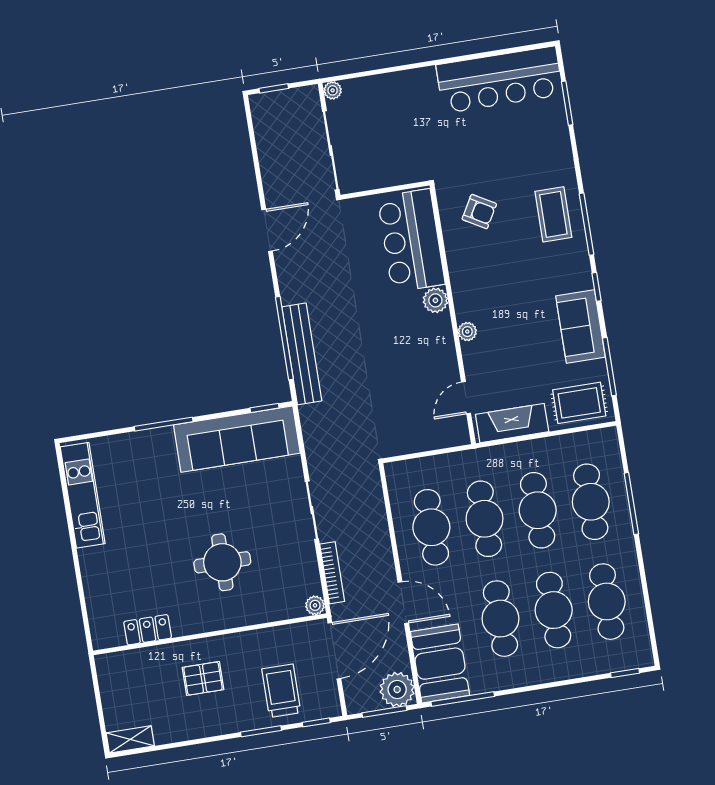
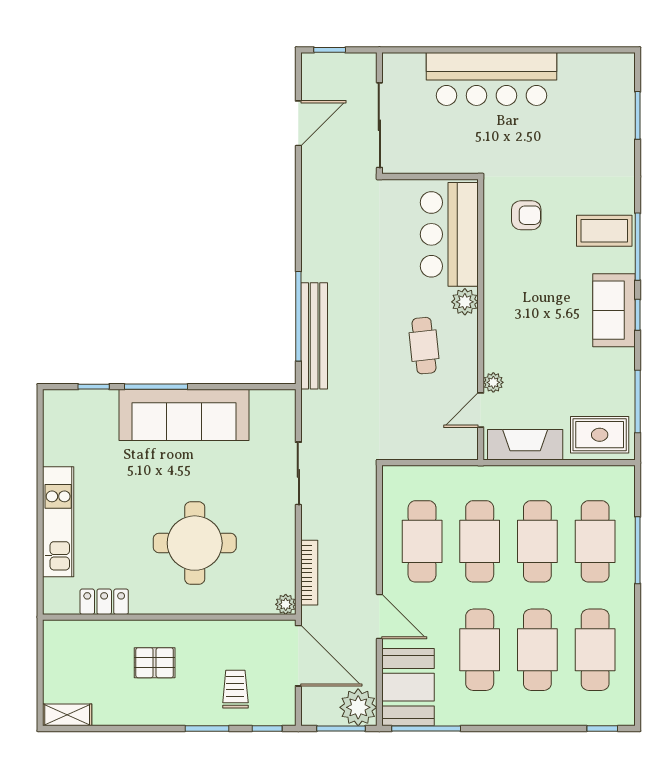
bar counter: (499, 80) -> (491, 79), moved
plant: (333, 90) -> (392, 62), removed
armchair: (479, 212) -> (526, 215), turned -30
coffee table: (553, 214) -> (604, 231), turned 90
door: (267, 230) -> (298, 123), moved
sofa: (581, 327) -> (614, 310), moved
plant: (467, 332) -> (493, 382), moved
cafe table: (404, 347) -> (424, 346), added
window: (265, 408) -> (94, 387), moved
sofa: (237, 439) -> (184, 415), moved
kitchen unit: (83, 495) -> (58, 522), moved
sliding door: (312, 510) -> (298, 473), moved
round table: (222, 562) -> (195, 543), width x1.36, depth x1.36
door: (334, 651) -> (298, 656), hinge flipped
trolley: (281, 691) -> (235, 689), width x0.73, depth x0.72

